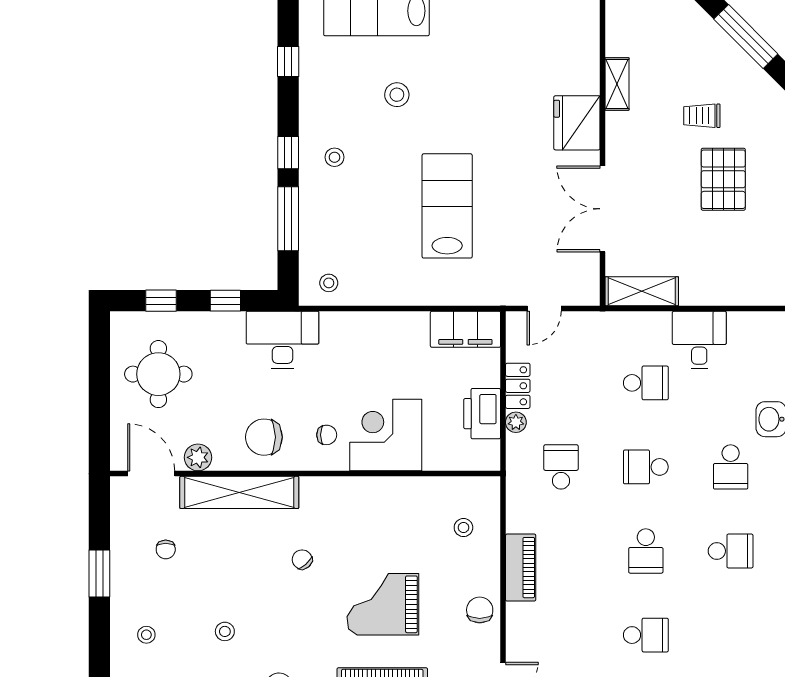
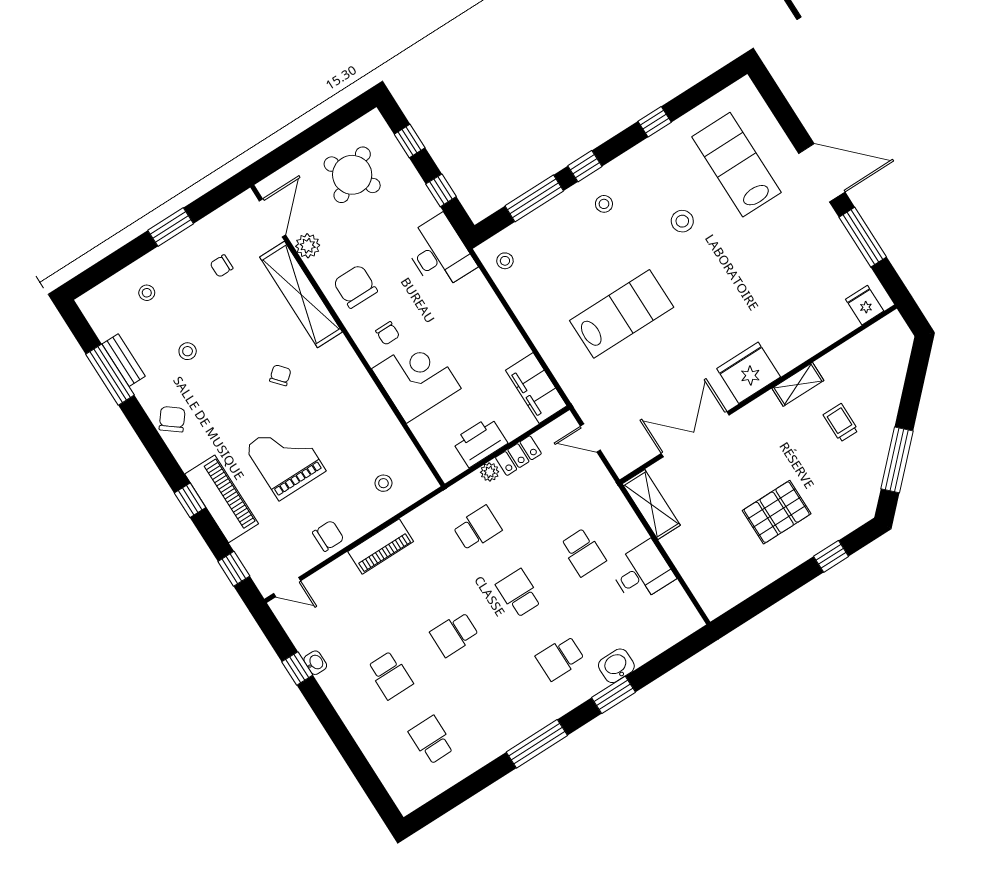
trolley: (702, 116) -> (841, 423), moved
round table: (158, 374) -> (352, 175), turned -30
school desk: (731, 551) -> (431, 740), moved, turned 180

